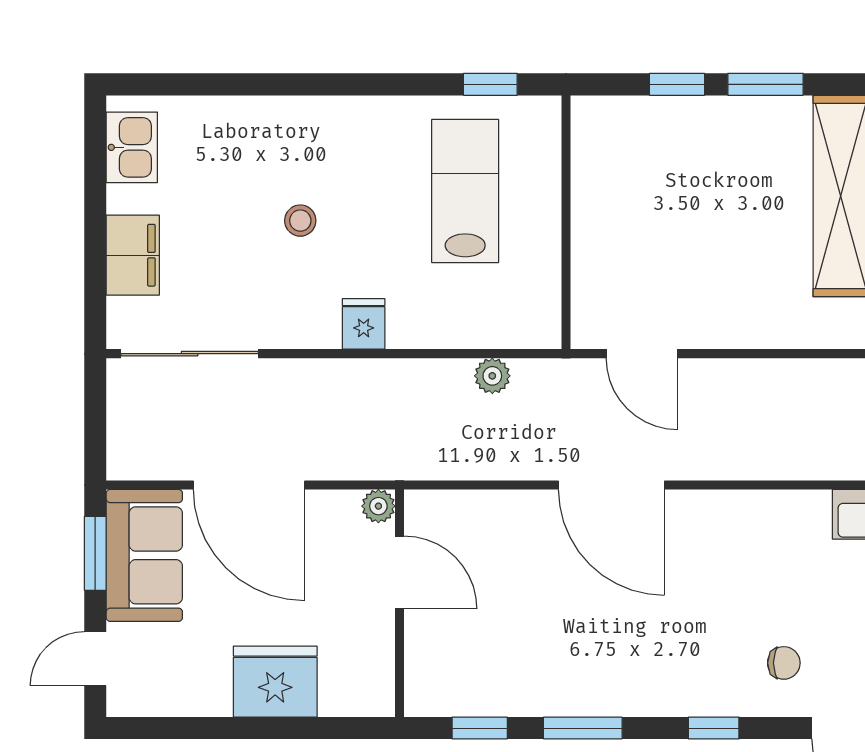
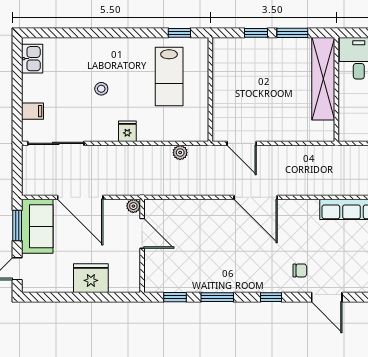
lab bench: (465, 191) -> (169, 77), turned 180
filing cabinet: (133, 255) -> (32, 111), width x0.50
door: (611, 485) -> (256, 197), moved

